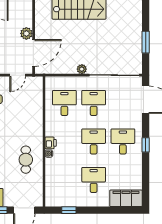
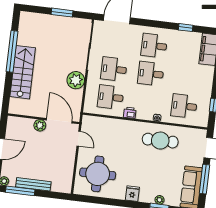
plant: (82, 69) -> (76, 80), width x1.88, depth x1.88
printer: (51, 143) -> (130, 113), moved
window: (146, 145) -> (186, 28), moved
cafe table: (26, 160) -> (160, 141), width x1.37, depth x1.35
desk: (94, 180) -> (184, 106), moved

